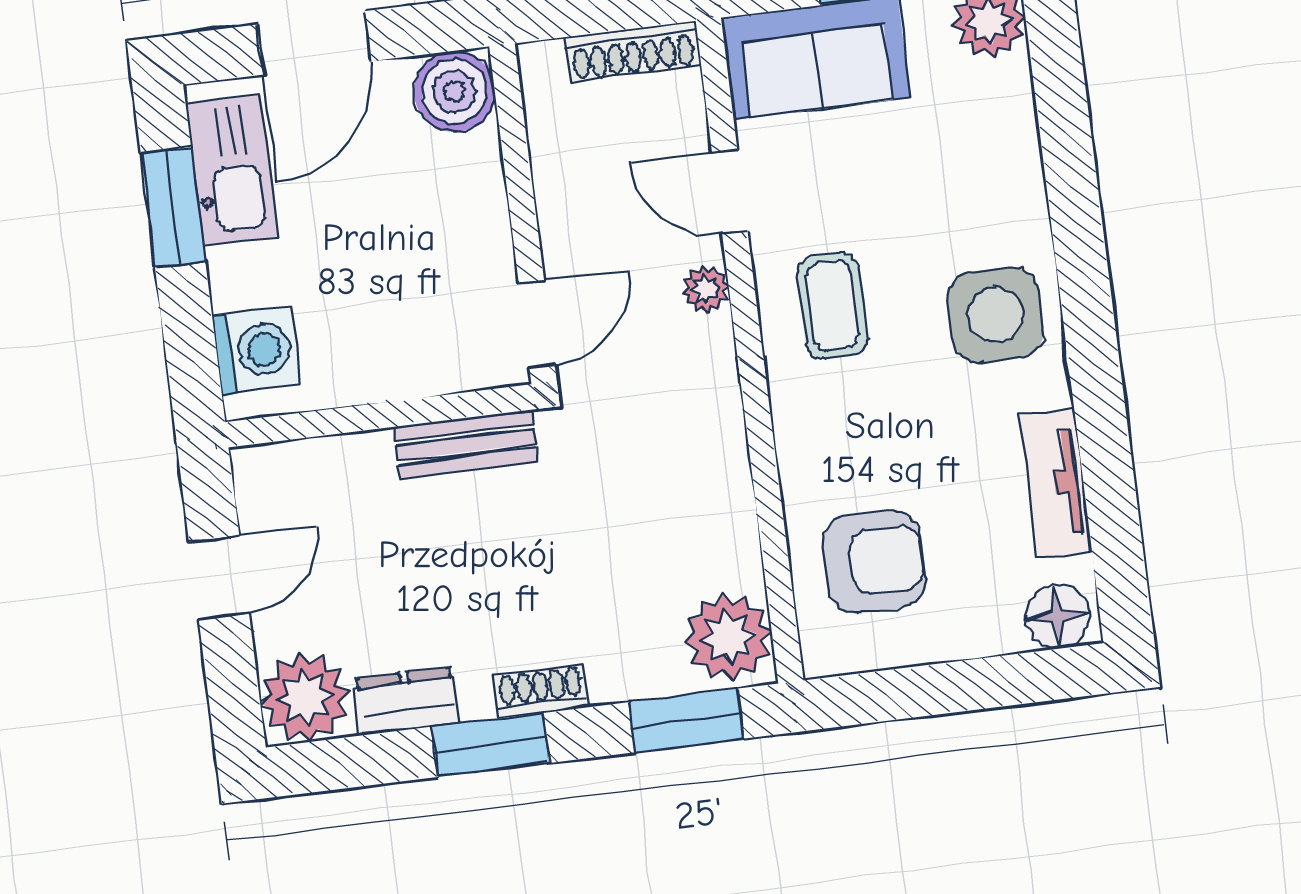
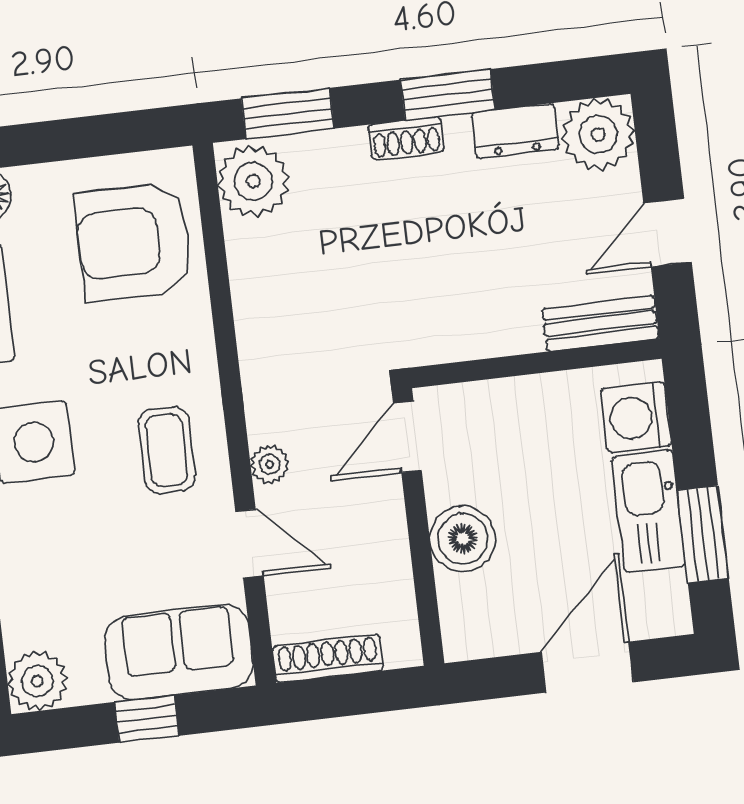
boiler: (454, 92) -> (463, 539), moved
kitchen sink: (232, 170) -> (649, 511), moved
bench: (466, 444) -> (600, 324), moved
armchair: (874, 562) -> (134, 242), width x1.36, depth x1.36

